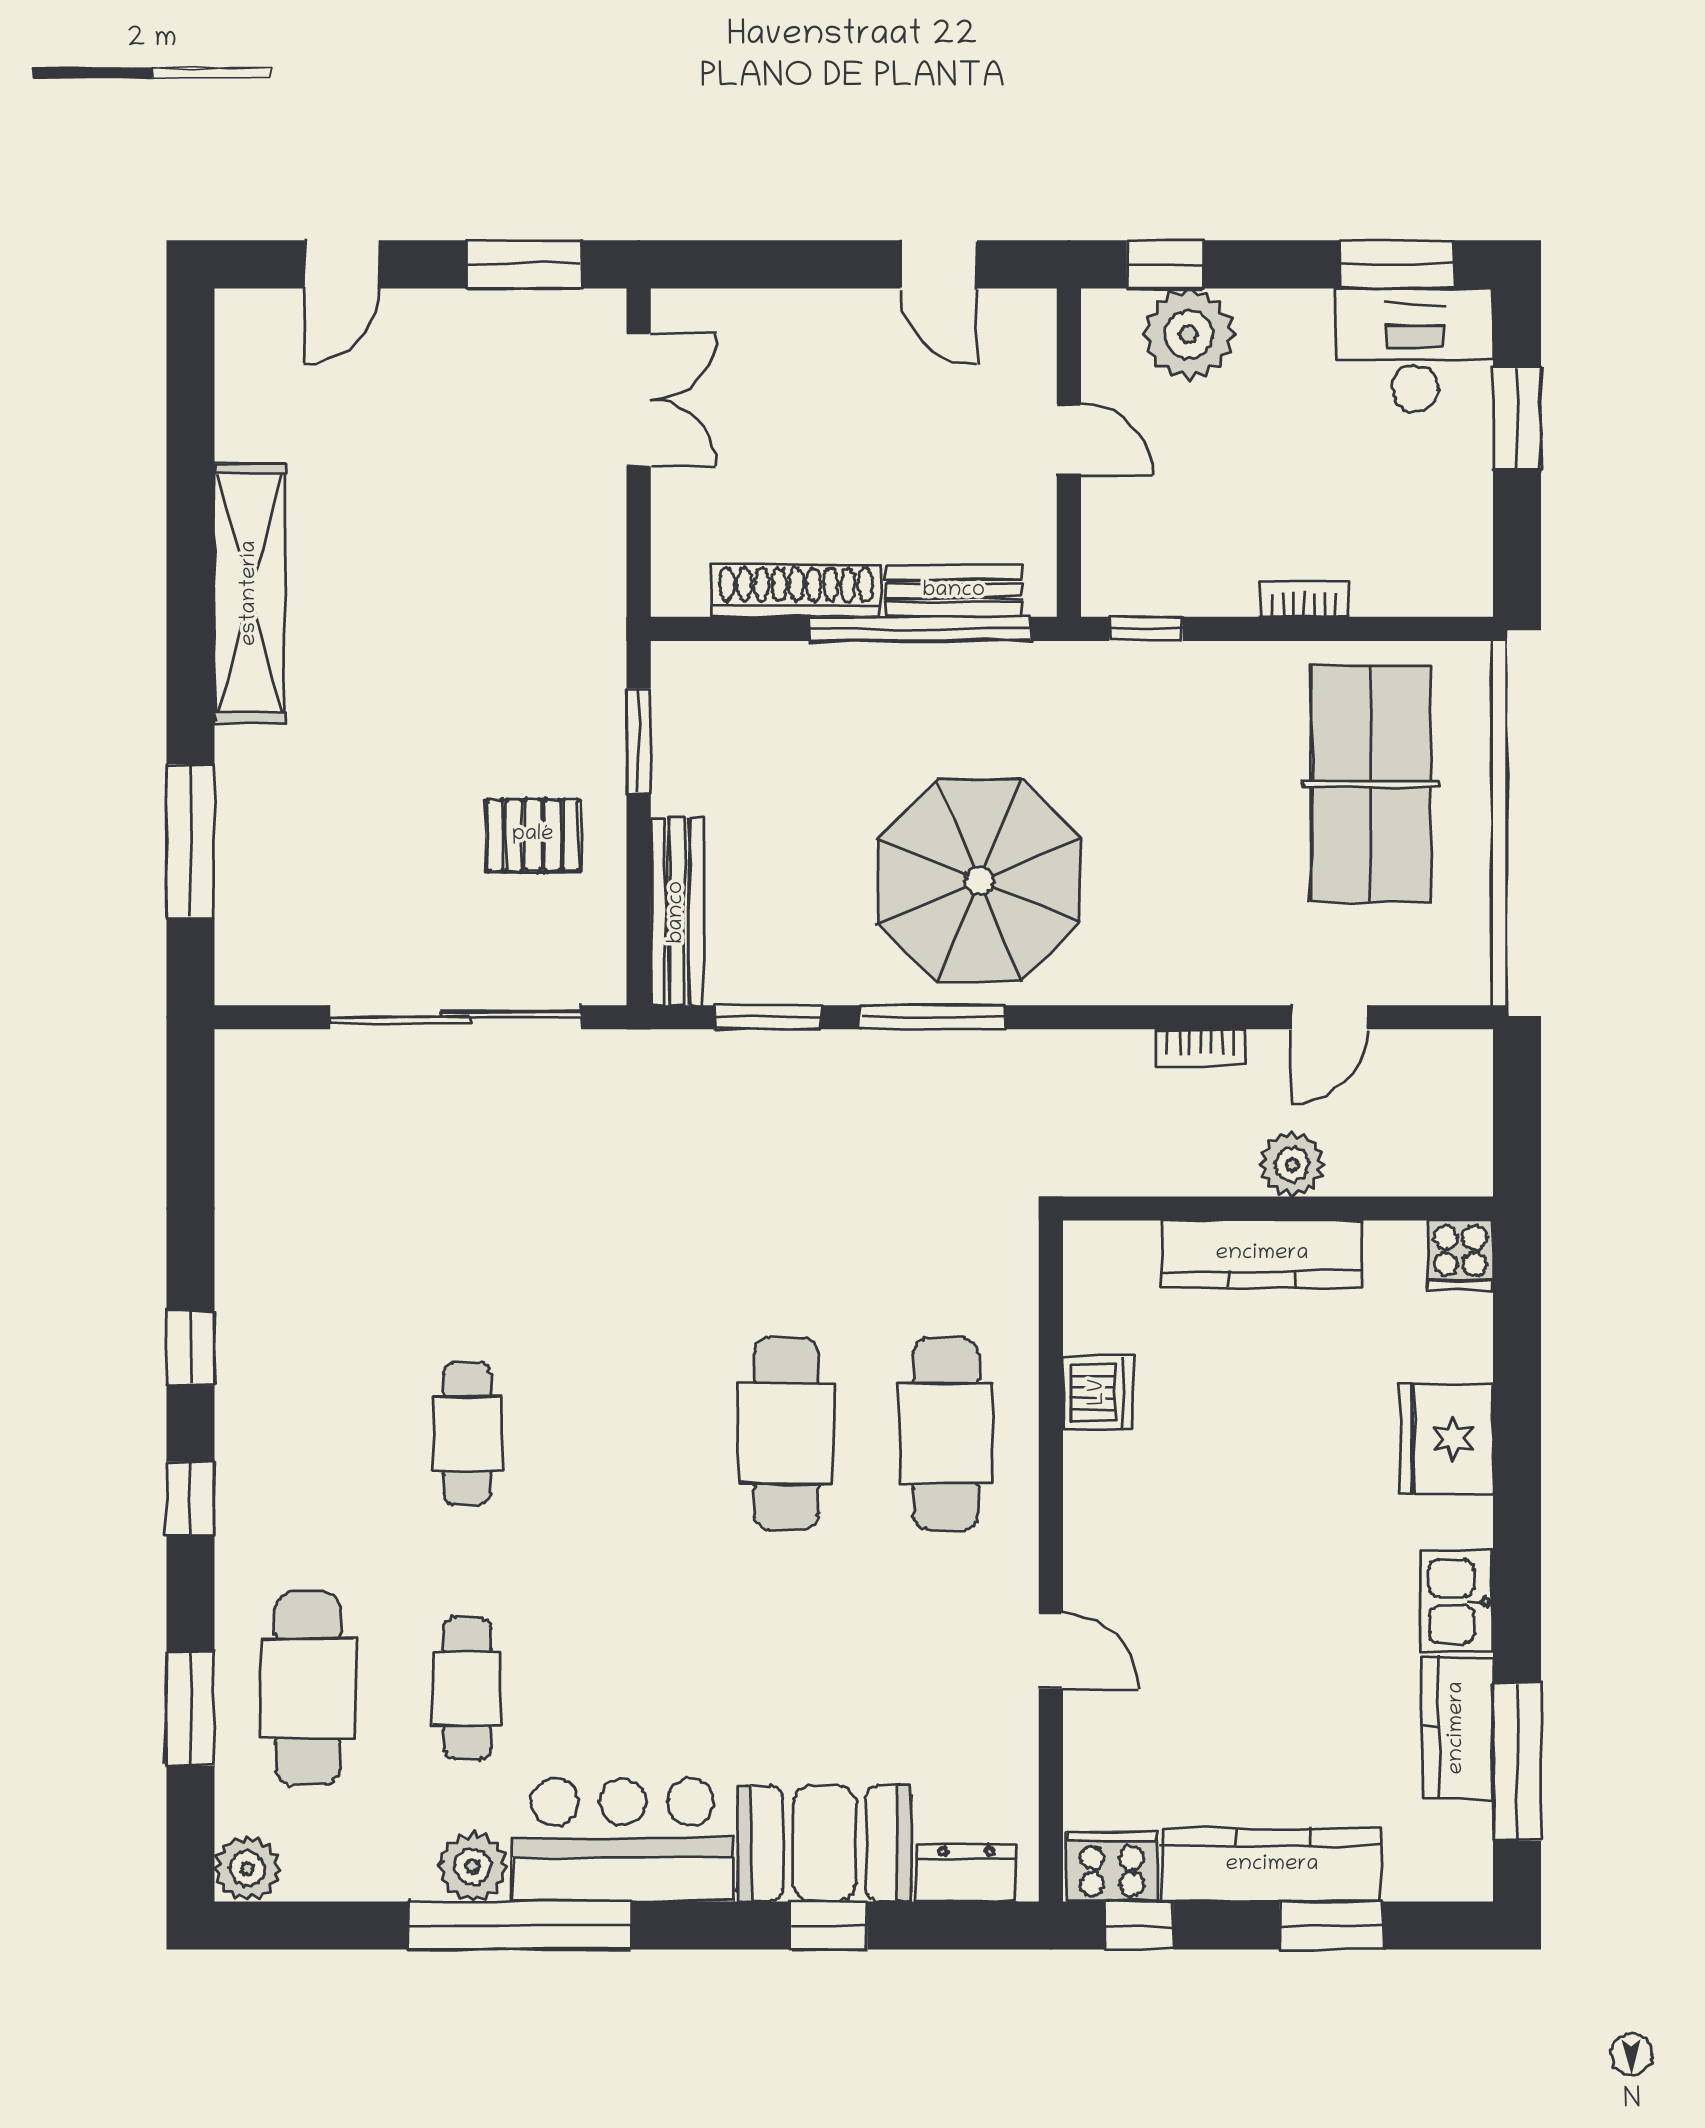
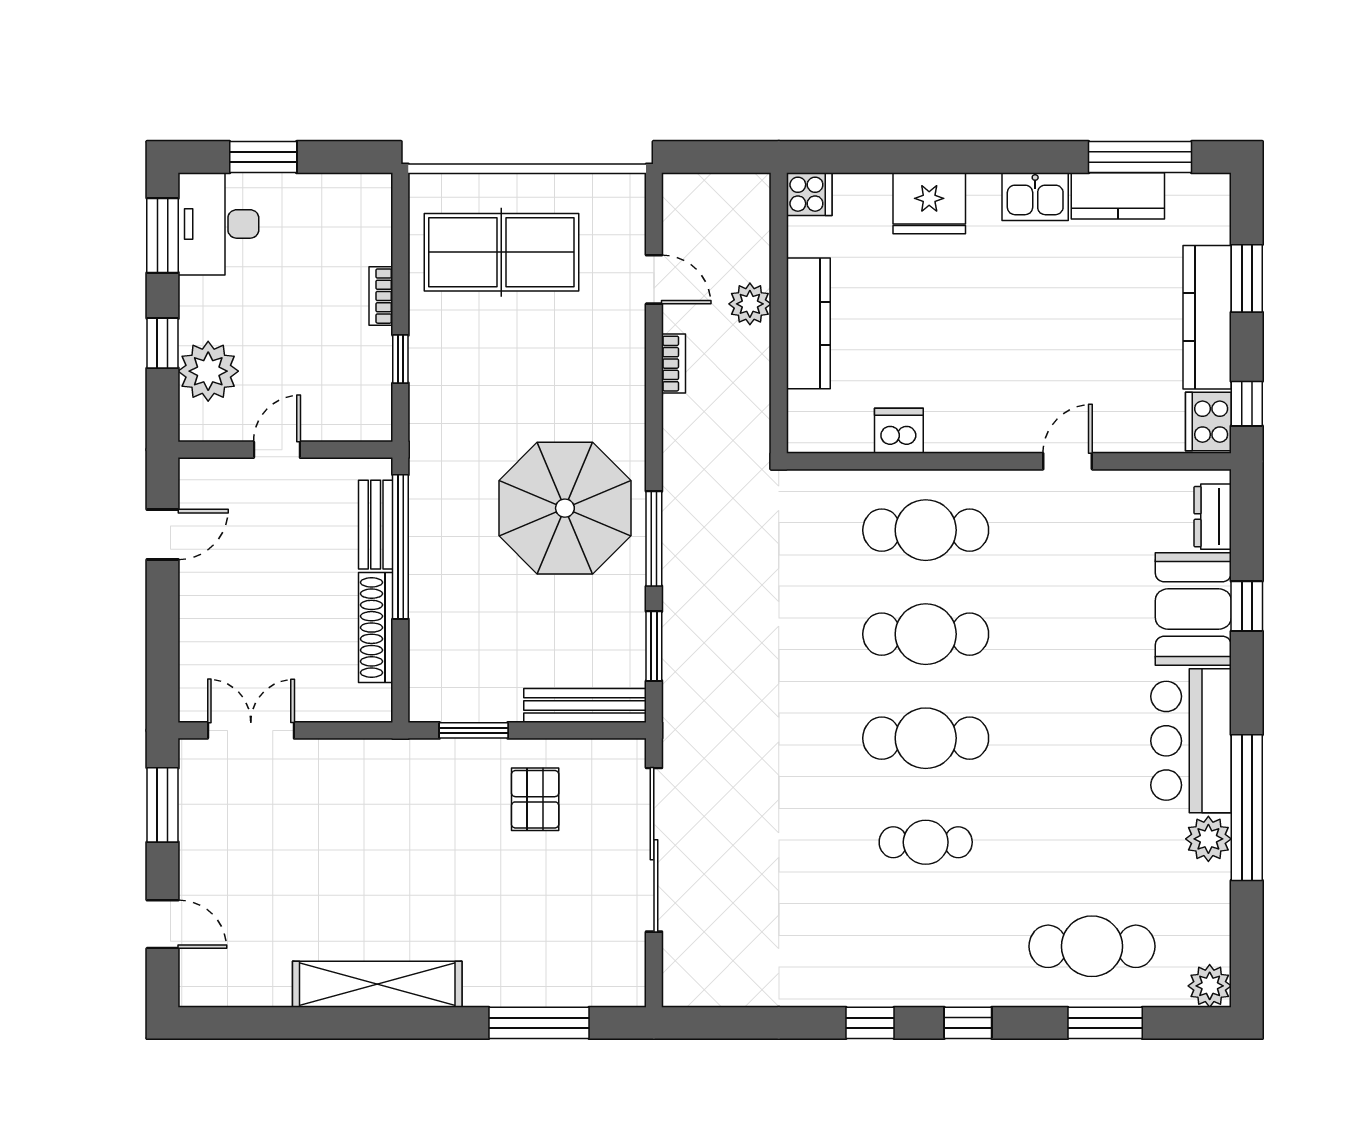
window: (1165, 264) -> (163, 343), moved
window: (1146, 629) -> (400, 359), moved
cafe table: (467, 1688) -> (926, 738), moved, width x1.37, depth x1.35

